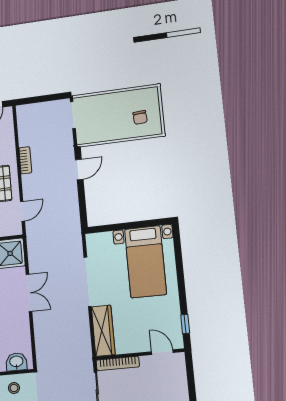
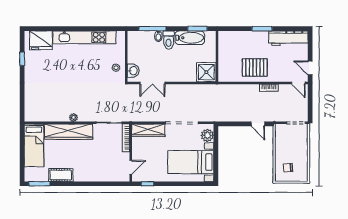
door: (22, 211) -> (298, 83), moved
plant: (103, 241) -> (207, 135), added
double door: (29, 293) -> (152, 83), moved

